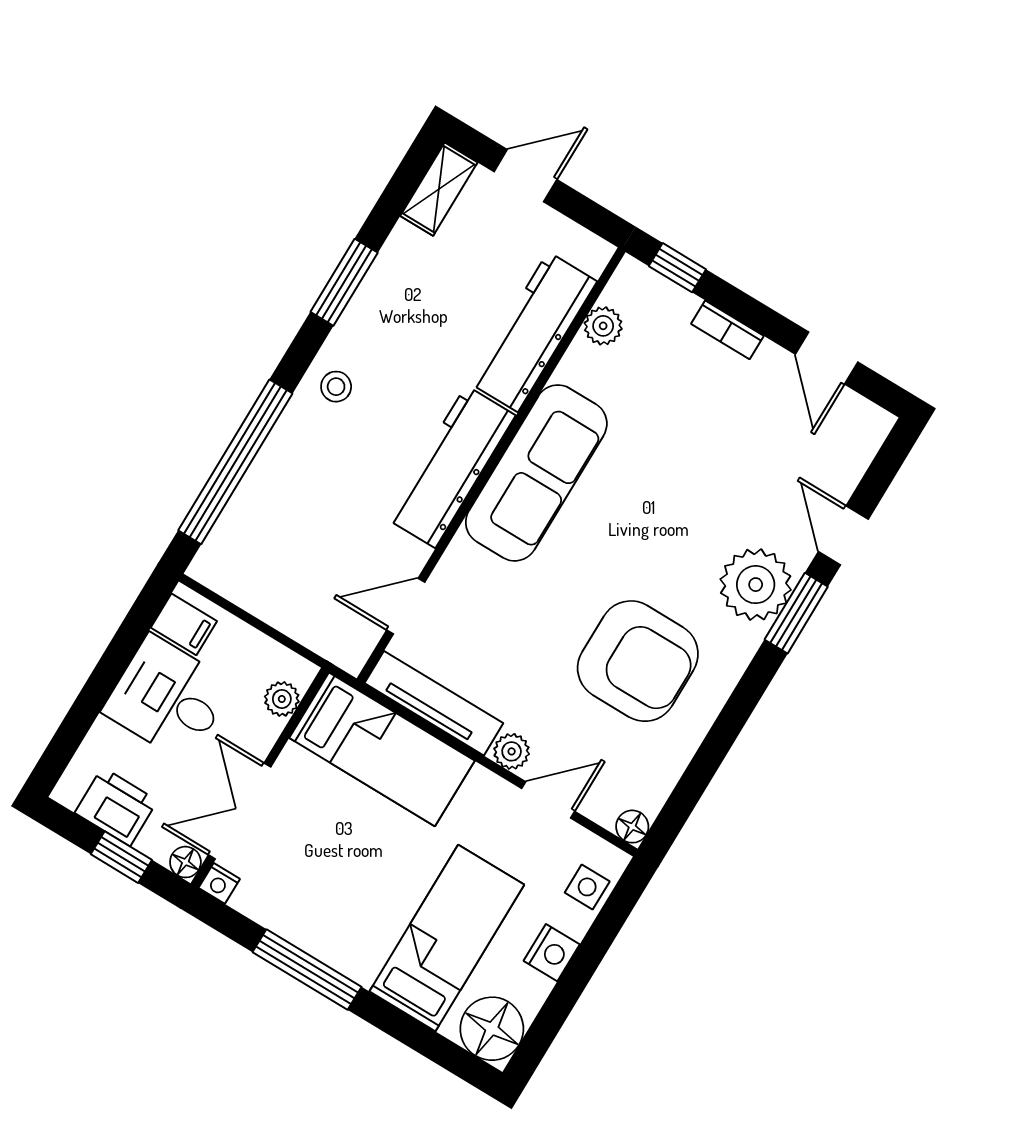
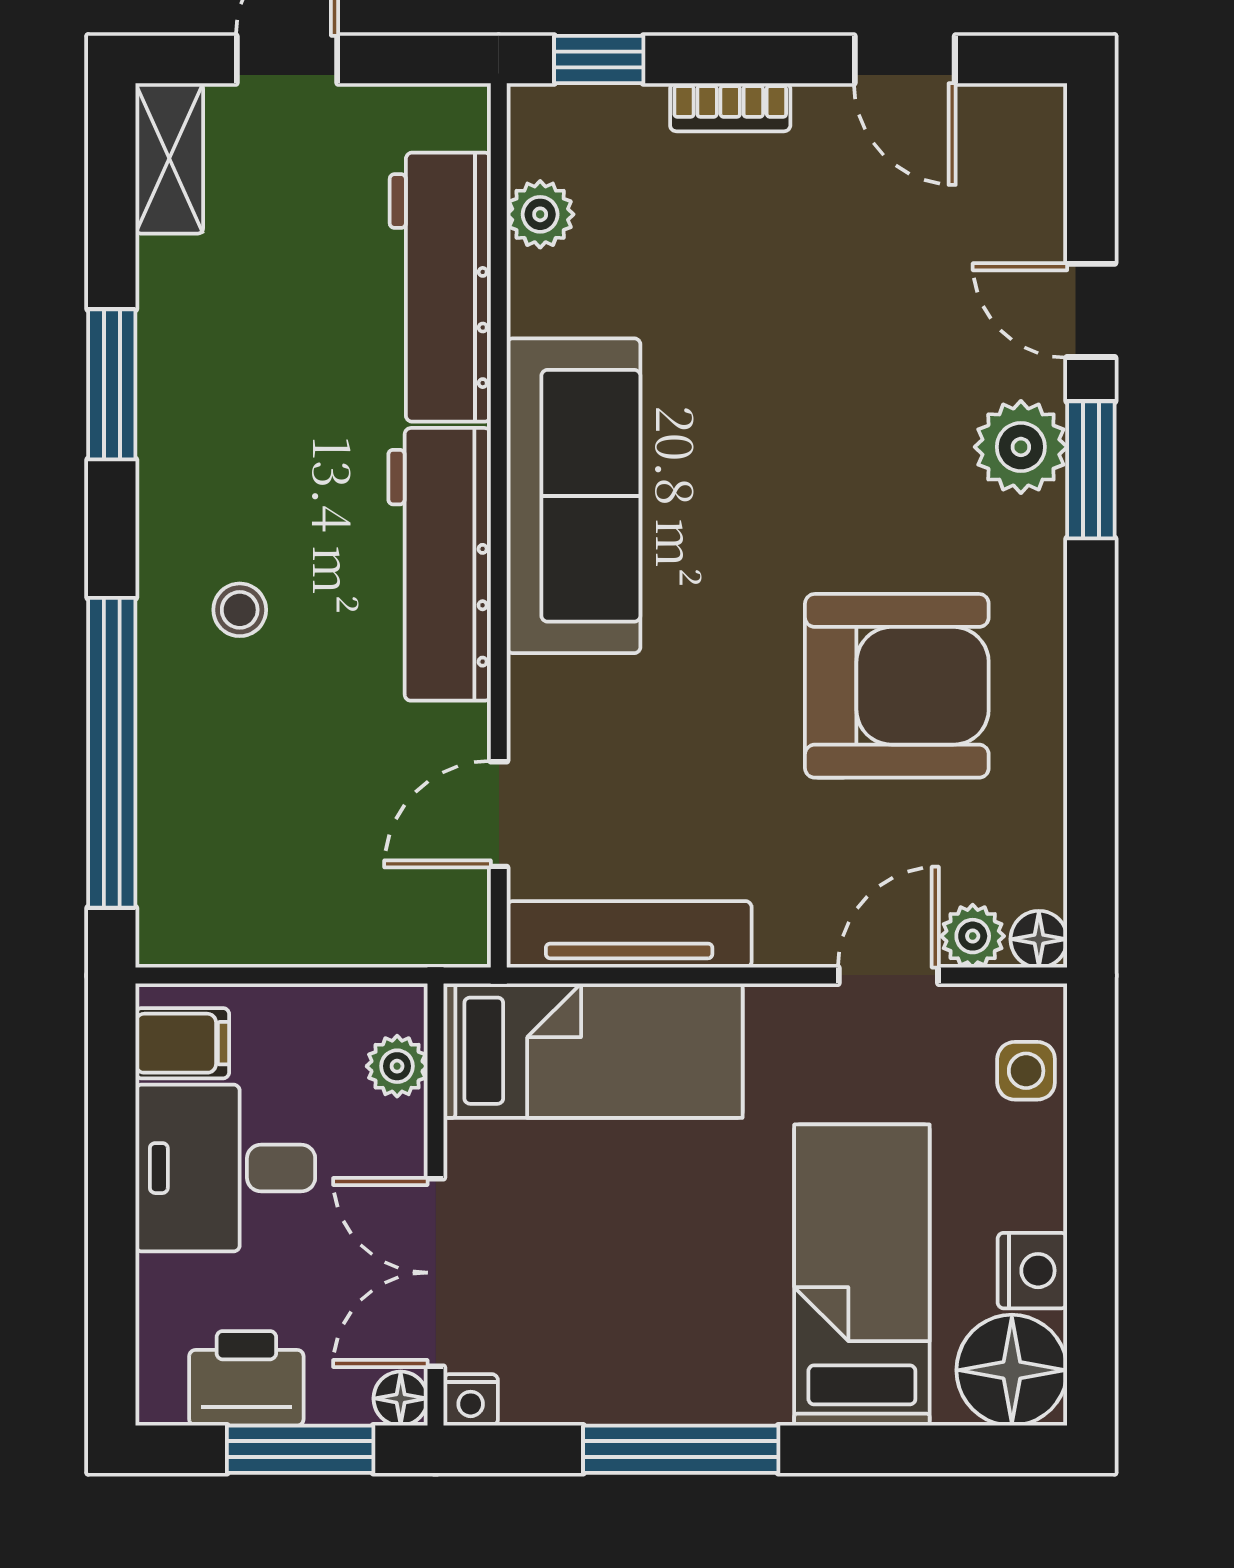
stool: (336, 387) -> (240, 610), moved
plant: (756, 585) -> (1021, 447), width x0.73, depth x0.73
plant: (512, 751) -> (973, 936), moved
window: (121, 857) -> (300, 1449), width x1.50
nightstand: (552, 953) -> (1032, 1271), moved

